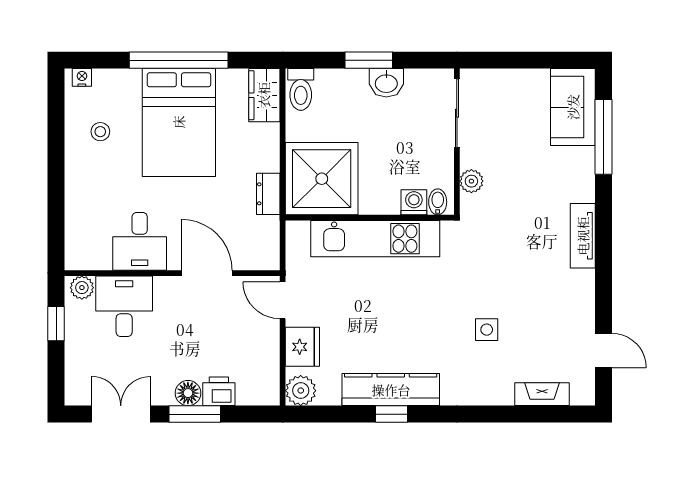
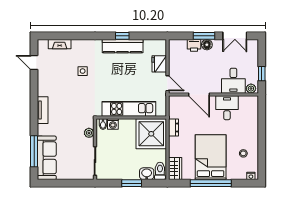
washbasin: (386, 83) -> (147, 174), moved
sofa: (573, 107) -> (47, 158), width x1.36
plant: (301, 391) -> (160, 46), removed

